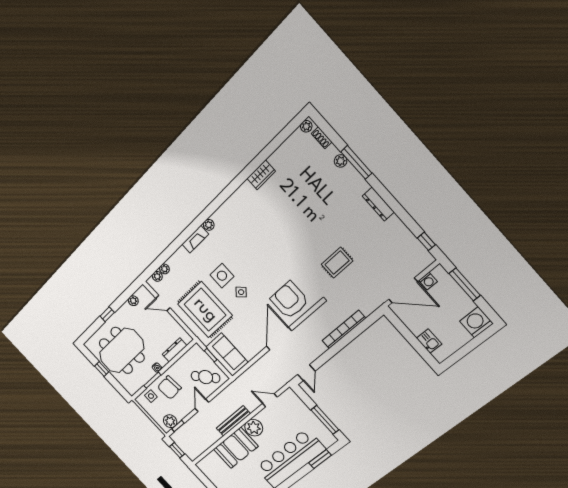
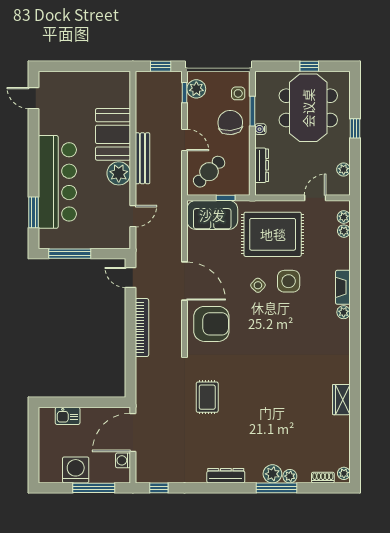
plant: (349, 174) -> (272, 474), added
washing machine: (476, 322) -> (76, 470), moved, turned -90
bookcase: (344, 330) -> (142, 328), moved

